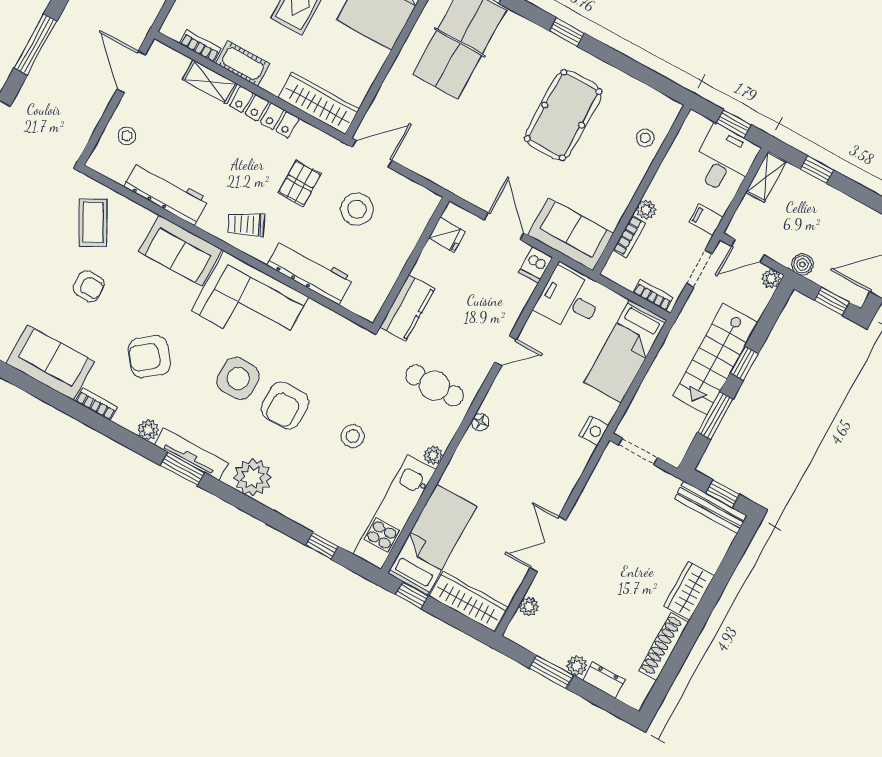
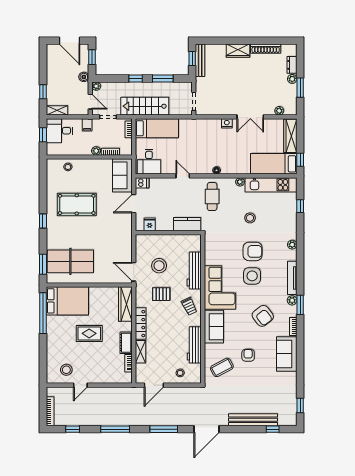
stairs: (715, 359) -> (145, 106), moved, turned 180
nightstand: (594, 431) -> (227, 123), moved
window: (182, 469) -> (300, 305), moved
plant: (253, 477) -> (292, 245), width x0.53, depth x0.53

